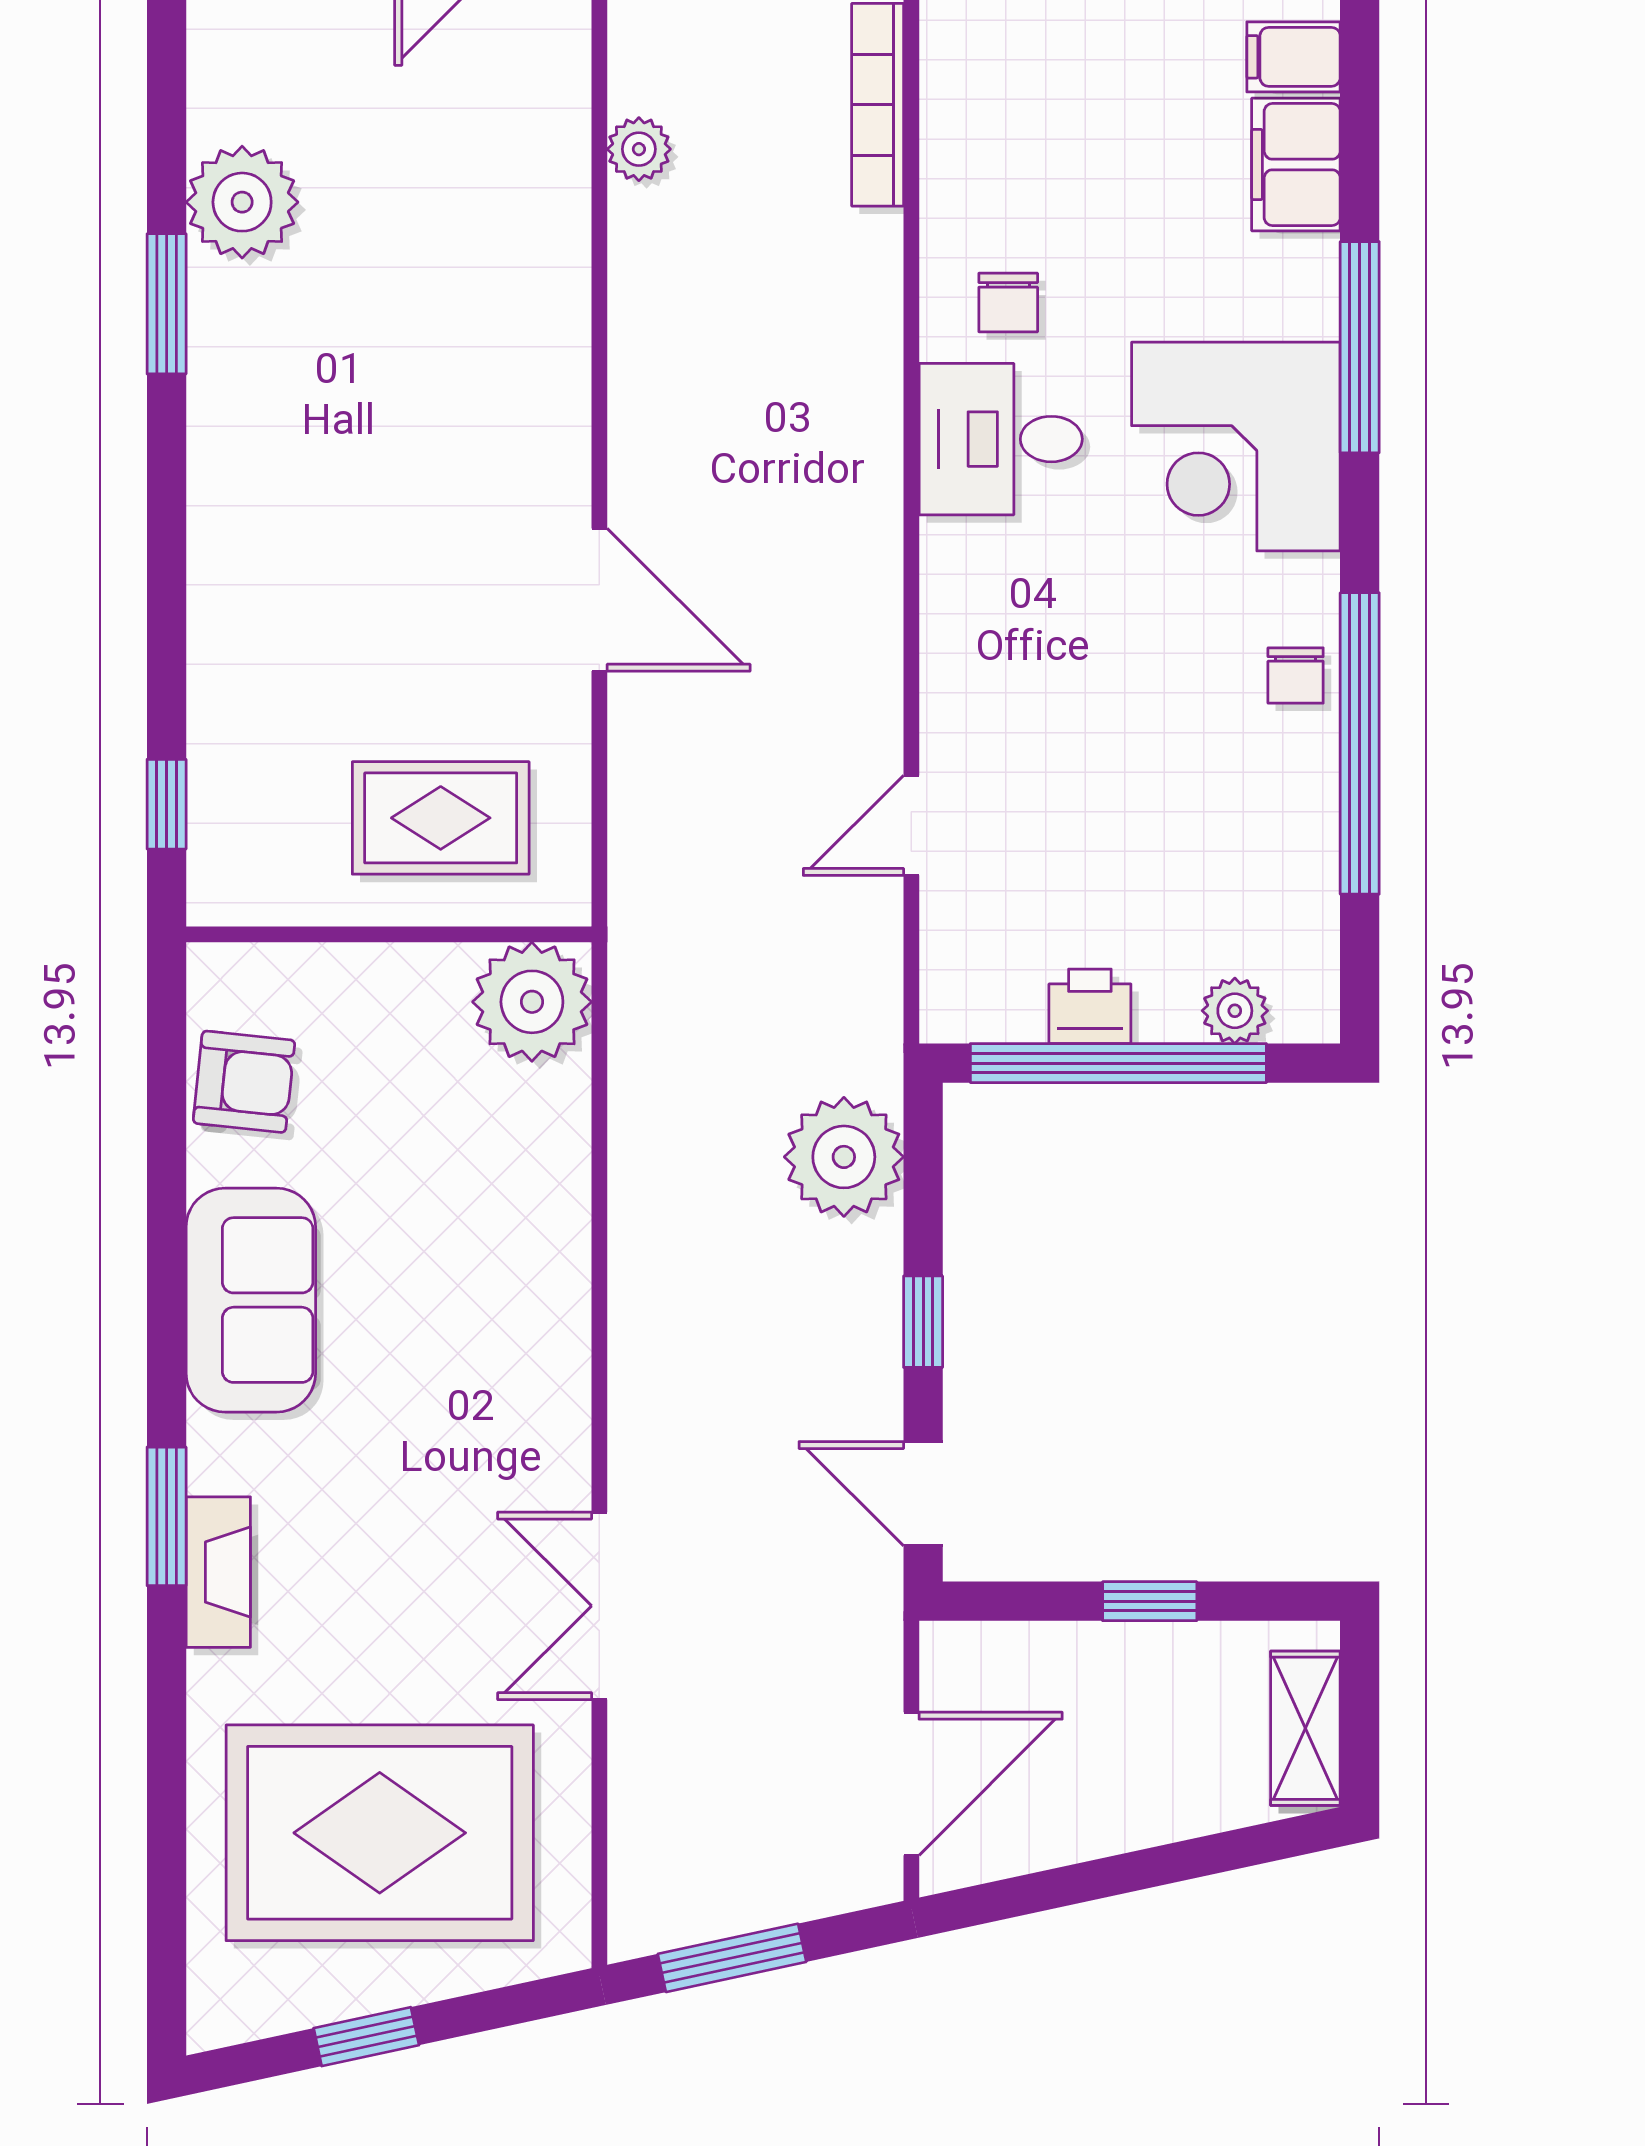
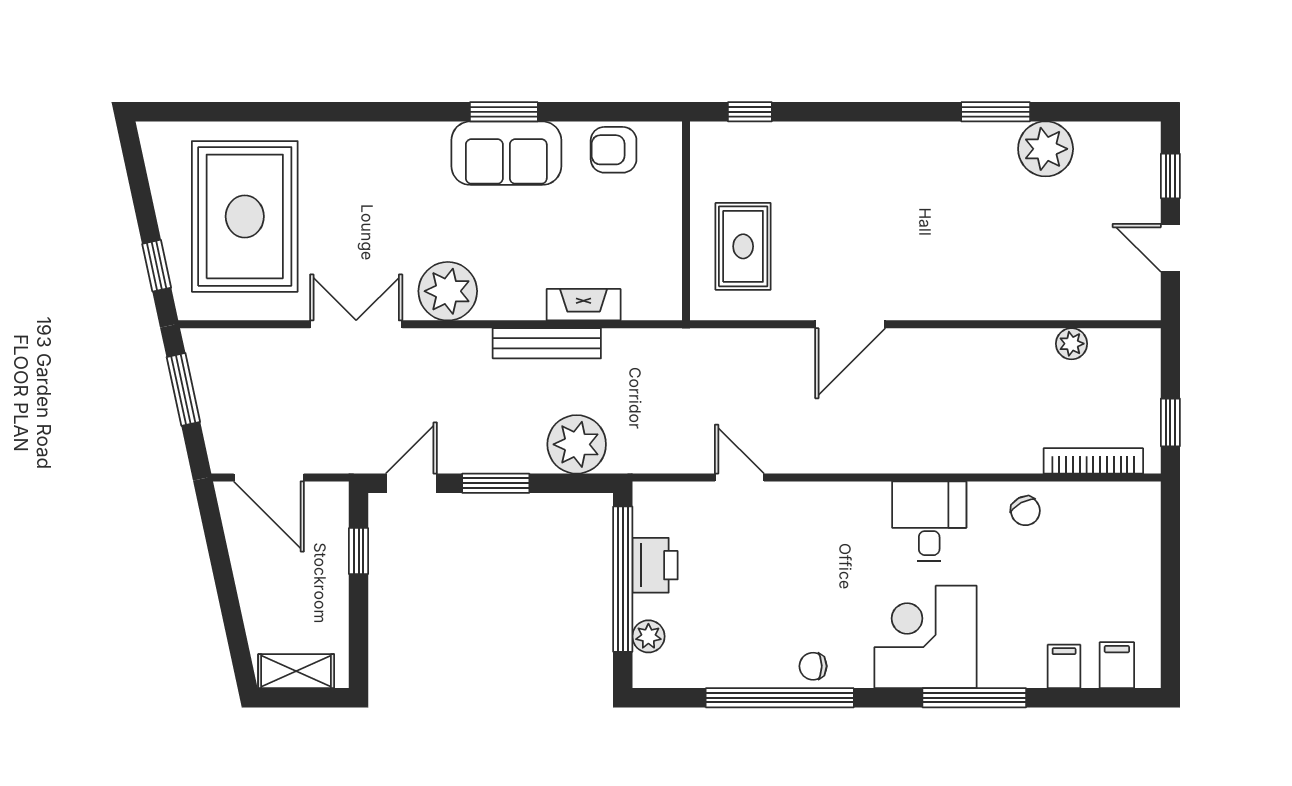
filing cabinet: (1296, 164) -> (1064, 666), width x0.50
chair: (1008, 302) -> (1025, 511), moved, turned -118
plant: (532, 1002) -> (448, 291), moved
printer: (1090, 1006) -> (655, 565), width x1.36, depth x1.24
armchair: (244, 1082) -> (614, 150), turned 84
bench: (638, 1218) -> (547, 343), added
window: (923, 1322) -> (496, 483), width x1.50
window: (167, 1516) -> (504, 112), moved
fireplace: (218, 1572) -> (584, 305), moved, turned 180
window: (1150, 1601) -> (359, 551), moved
window: (366, 2037) -> (157, 266), moved

